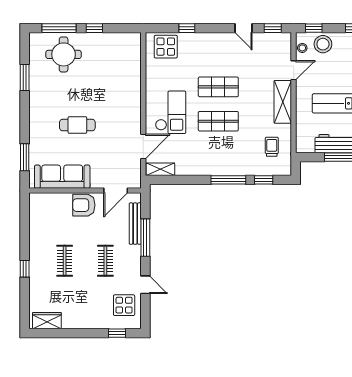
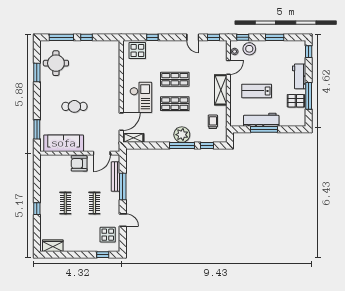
round table: (64, 54) -> (56, 63), moved
plant: (228, 165) -> (182, 135), added

